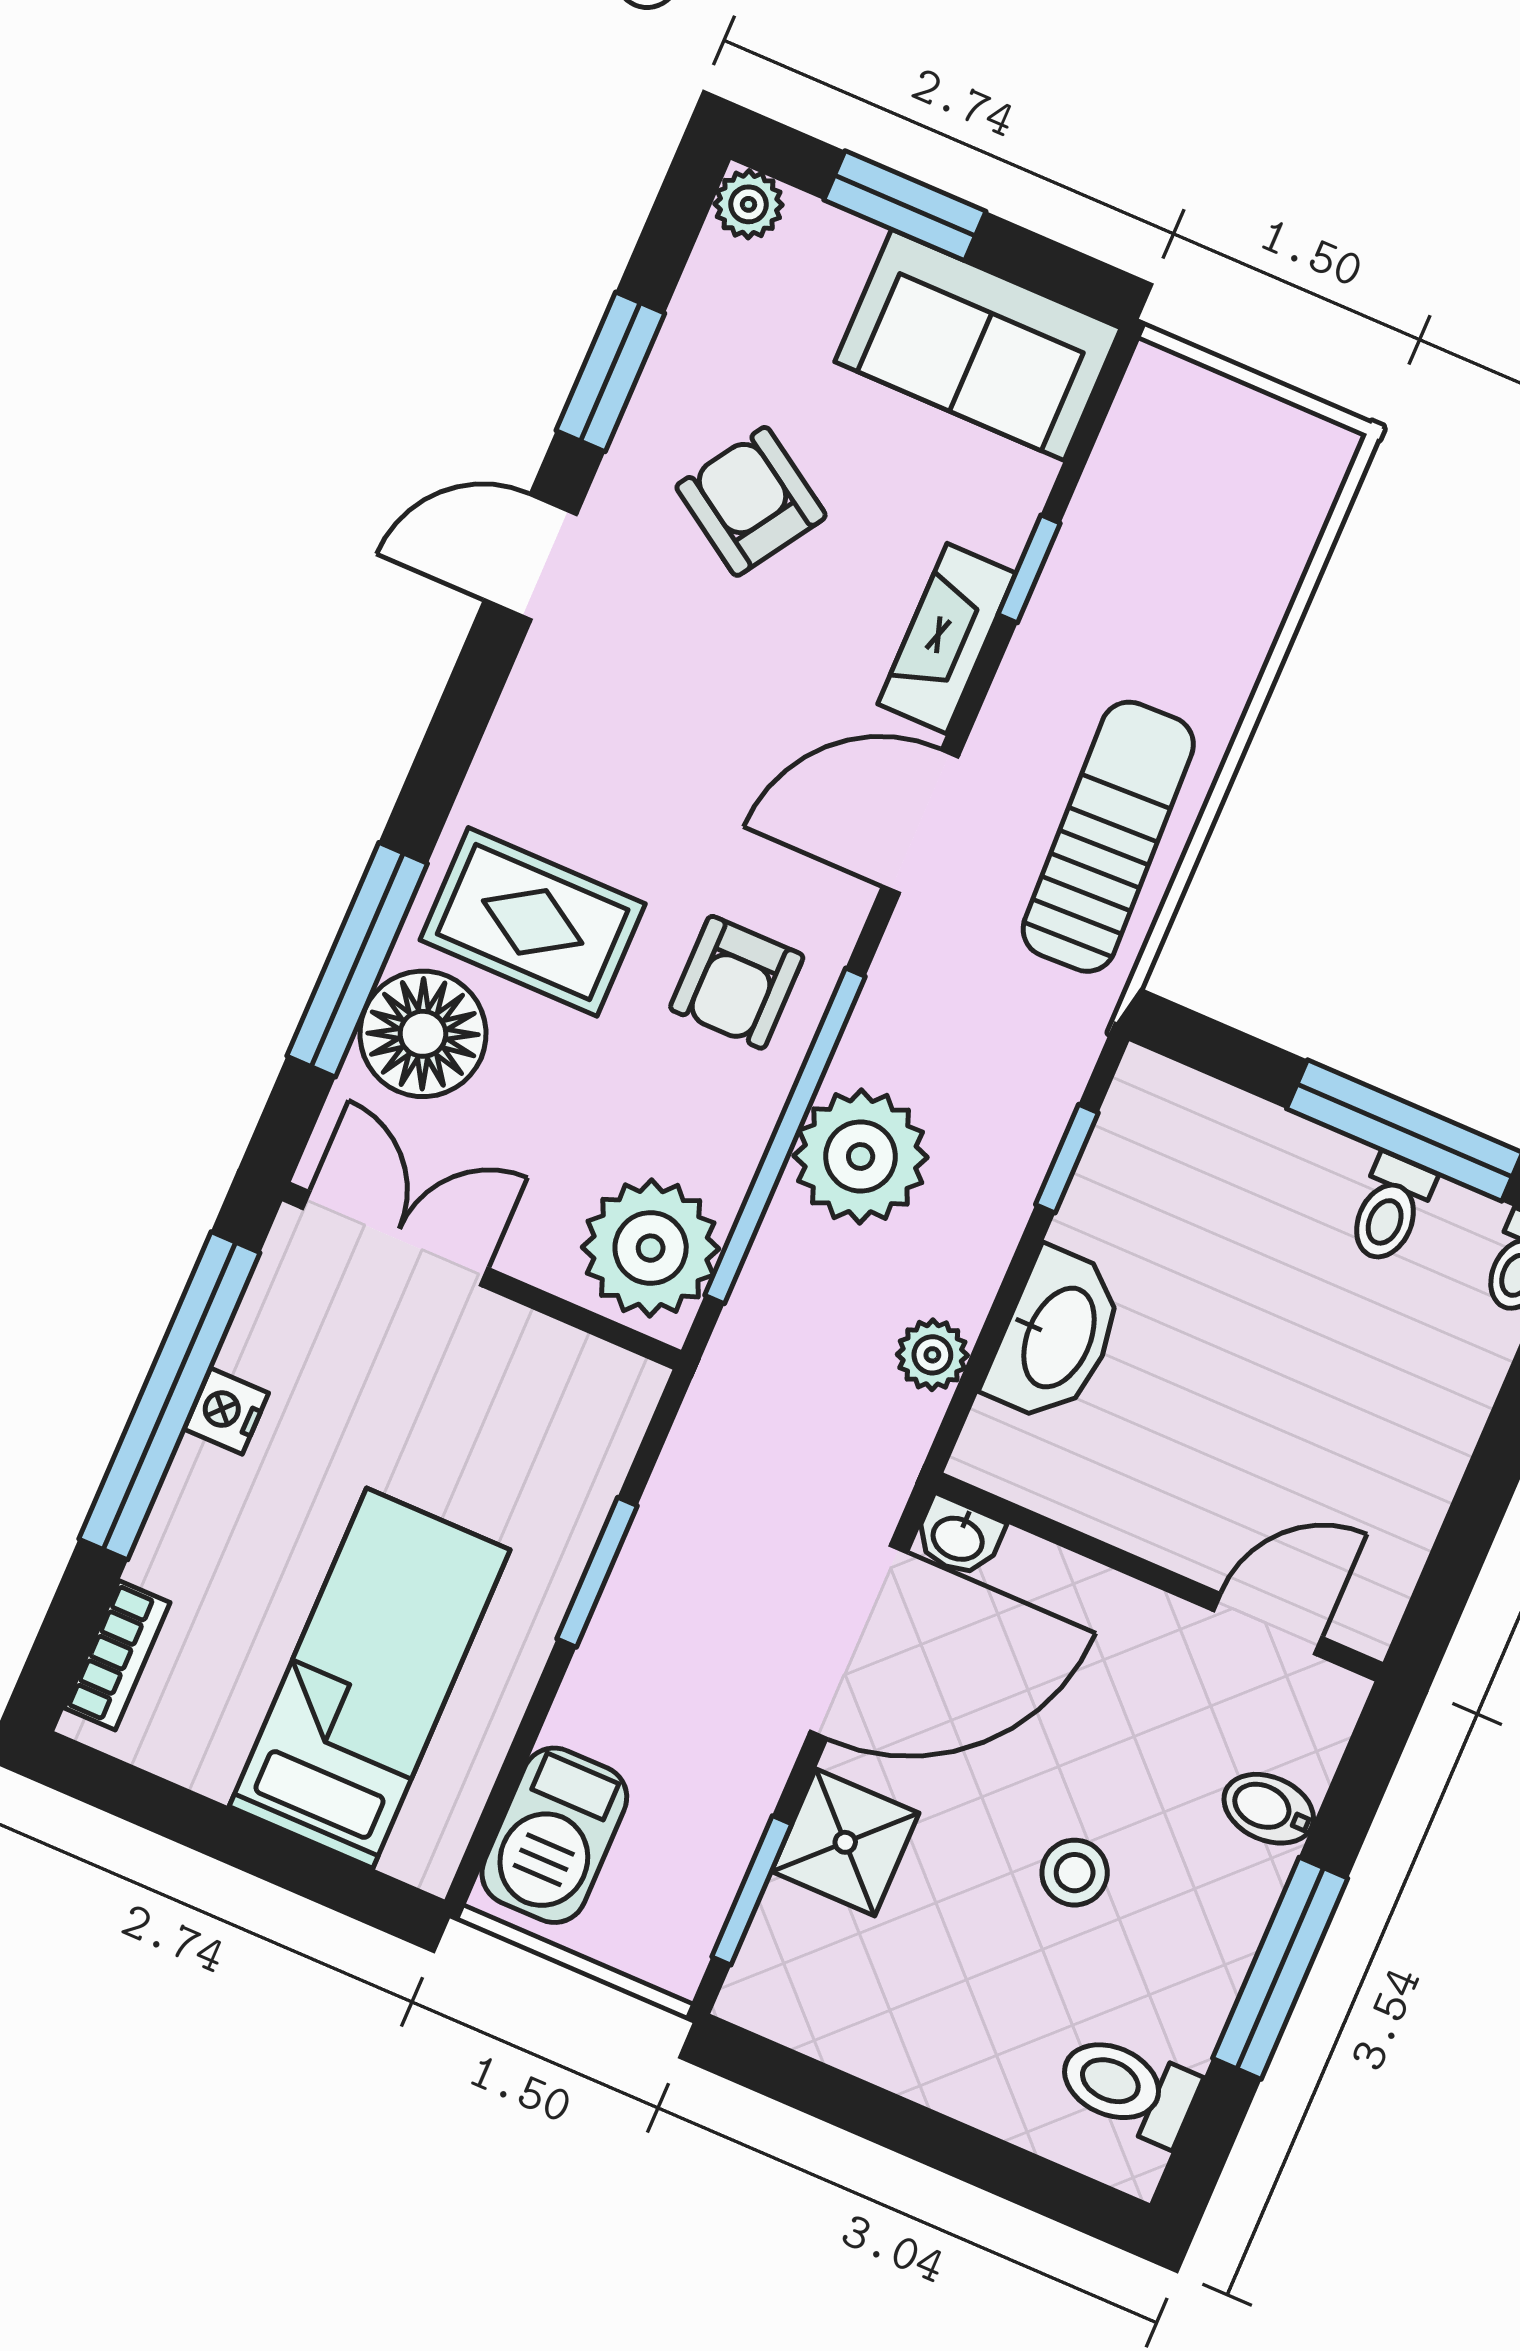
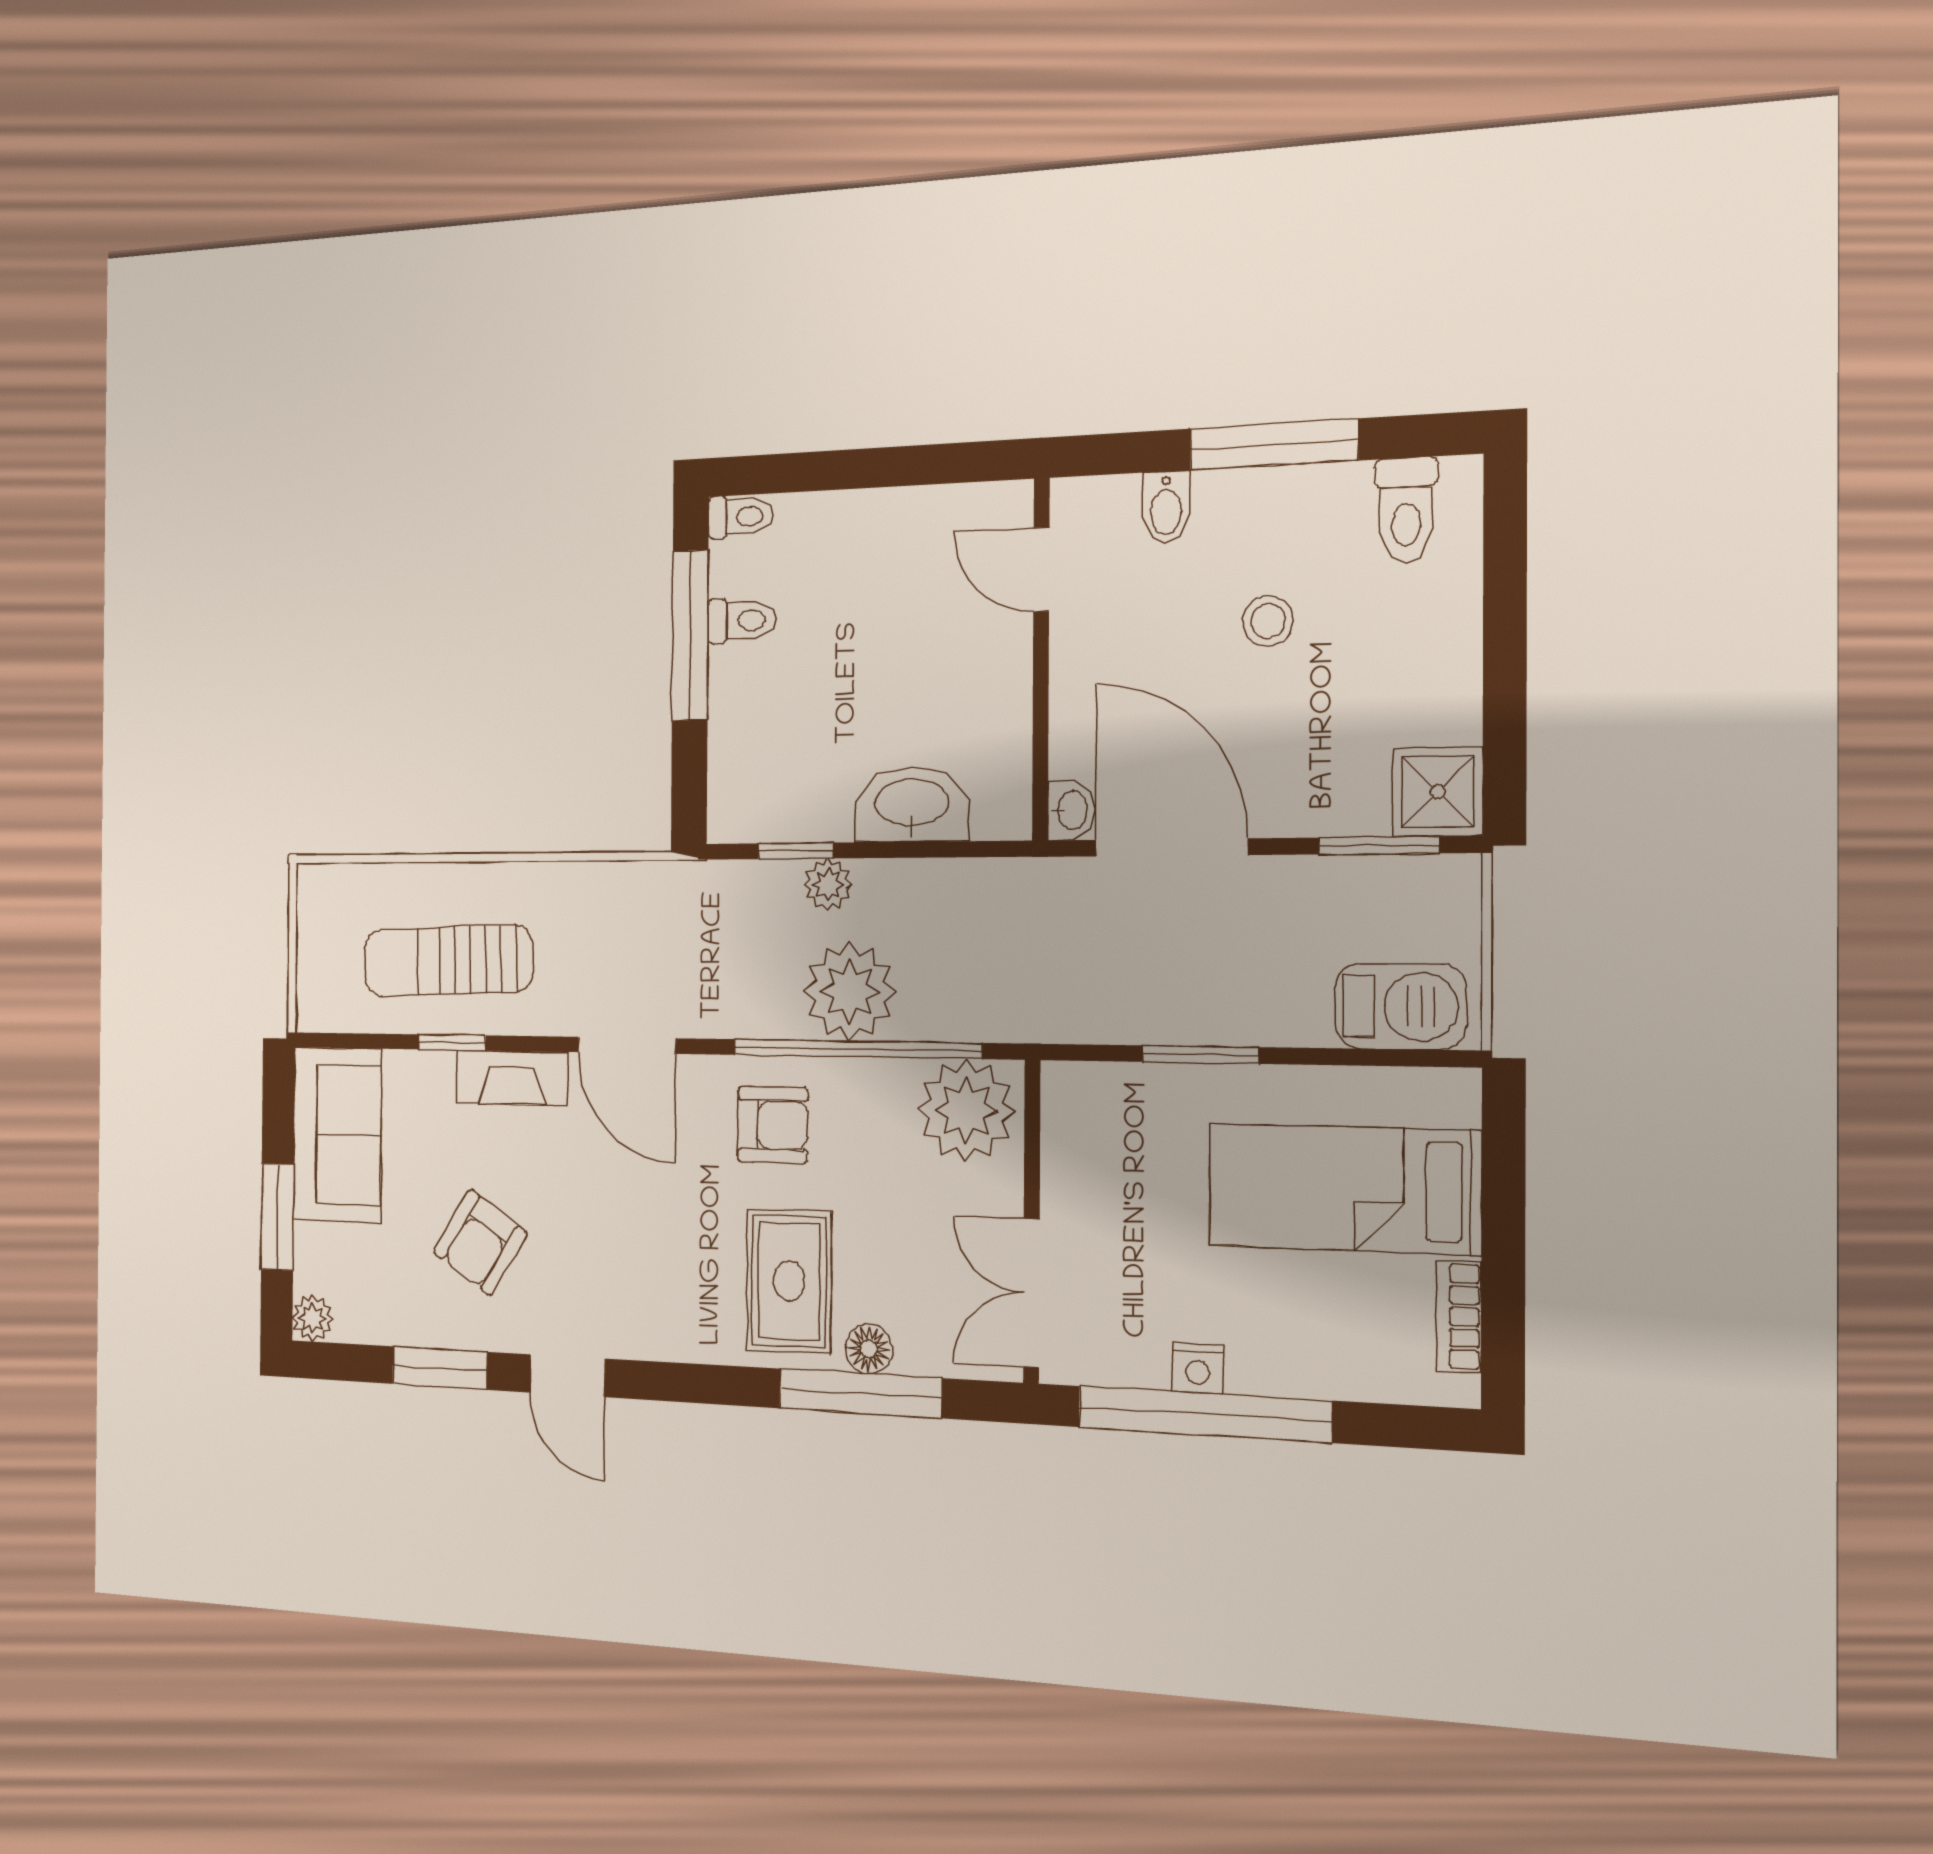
sun lounger: (1108, 837) -> (448, 961), moved
floor lamp: (423, 1034) -> (869, 1349), width x0.53, depth x0.53
plant: (932, 1355) -> (828, 884), moved
bookcase: (117, 1655) -> (1459, 1317), moved, turned -90
shower: (845, 1842) -> (1438, 792), moved

